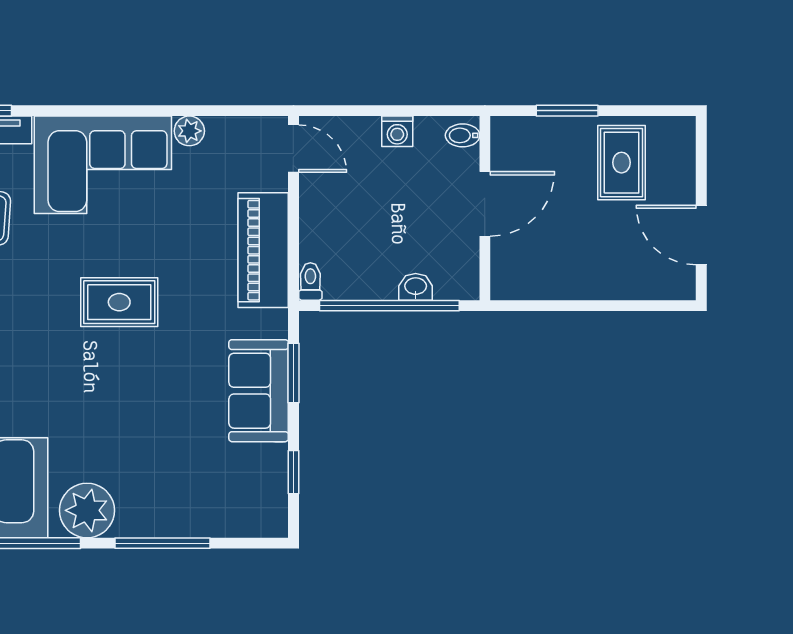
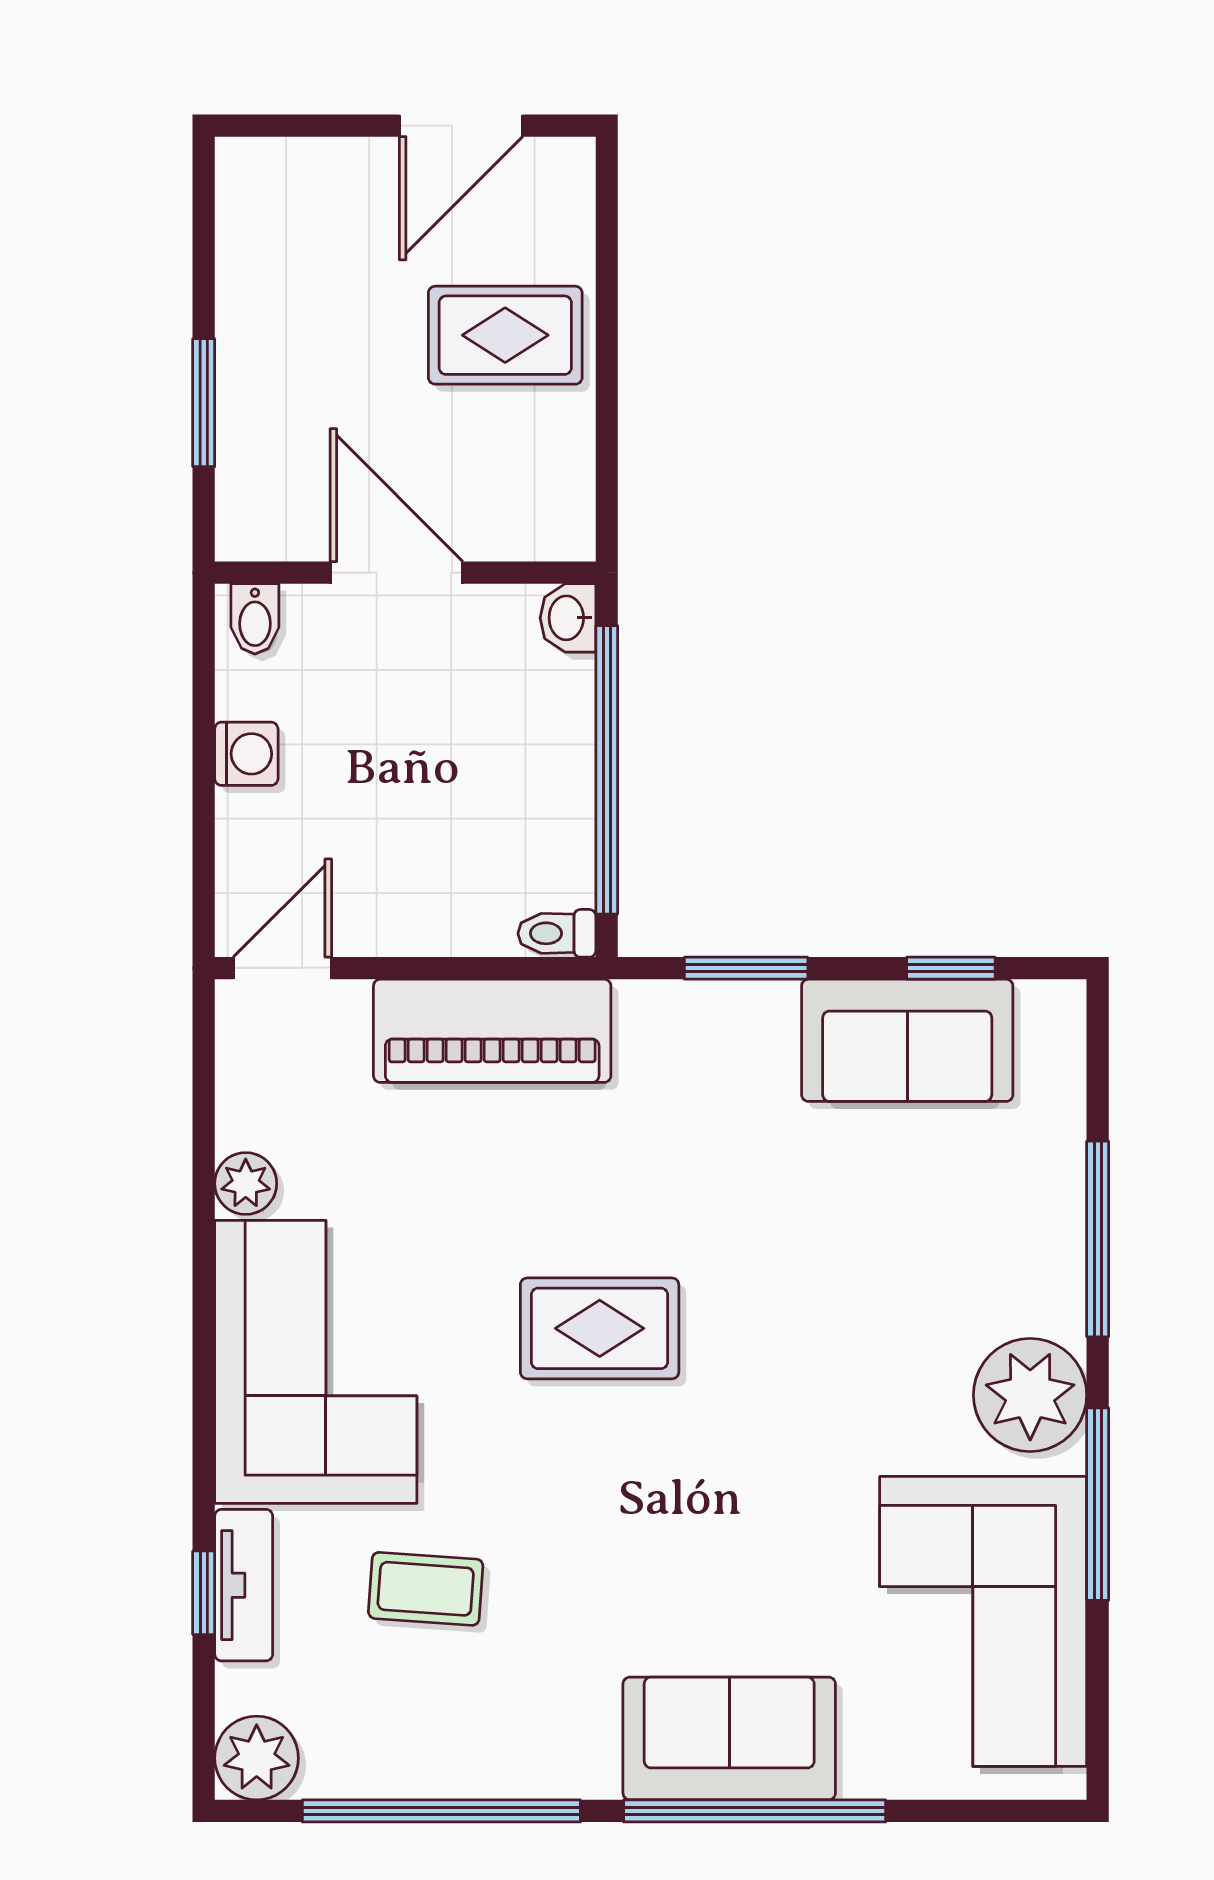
rug: (622, 163) -> (505, 335), moved
washbasin: (416, 287) -> (568, 618), moved
rug: (119, 302) -> (600, 1328), turned 90
sofa: (259, 391) -> (907, 1040), moved

